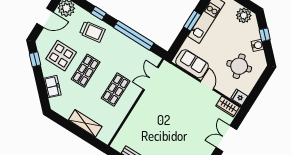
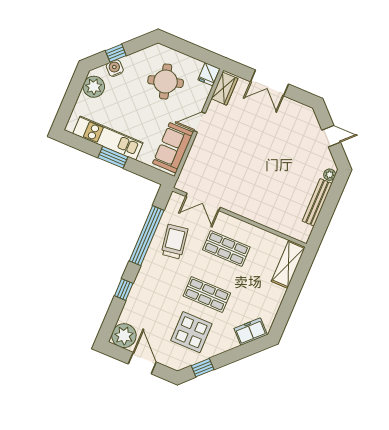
trolley: (92, 32) -> (174, 242), moved
water cooler: (257, 45) -> (115, 68), moved
freezer: (52, 87) -> (251, 332), moved
shelving: (85, 123) -> (288, 264), moved

